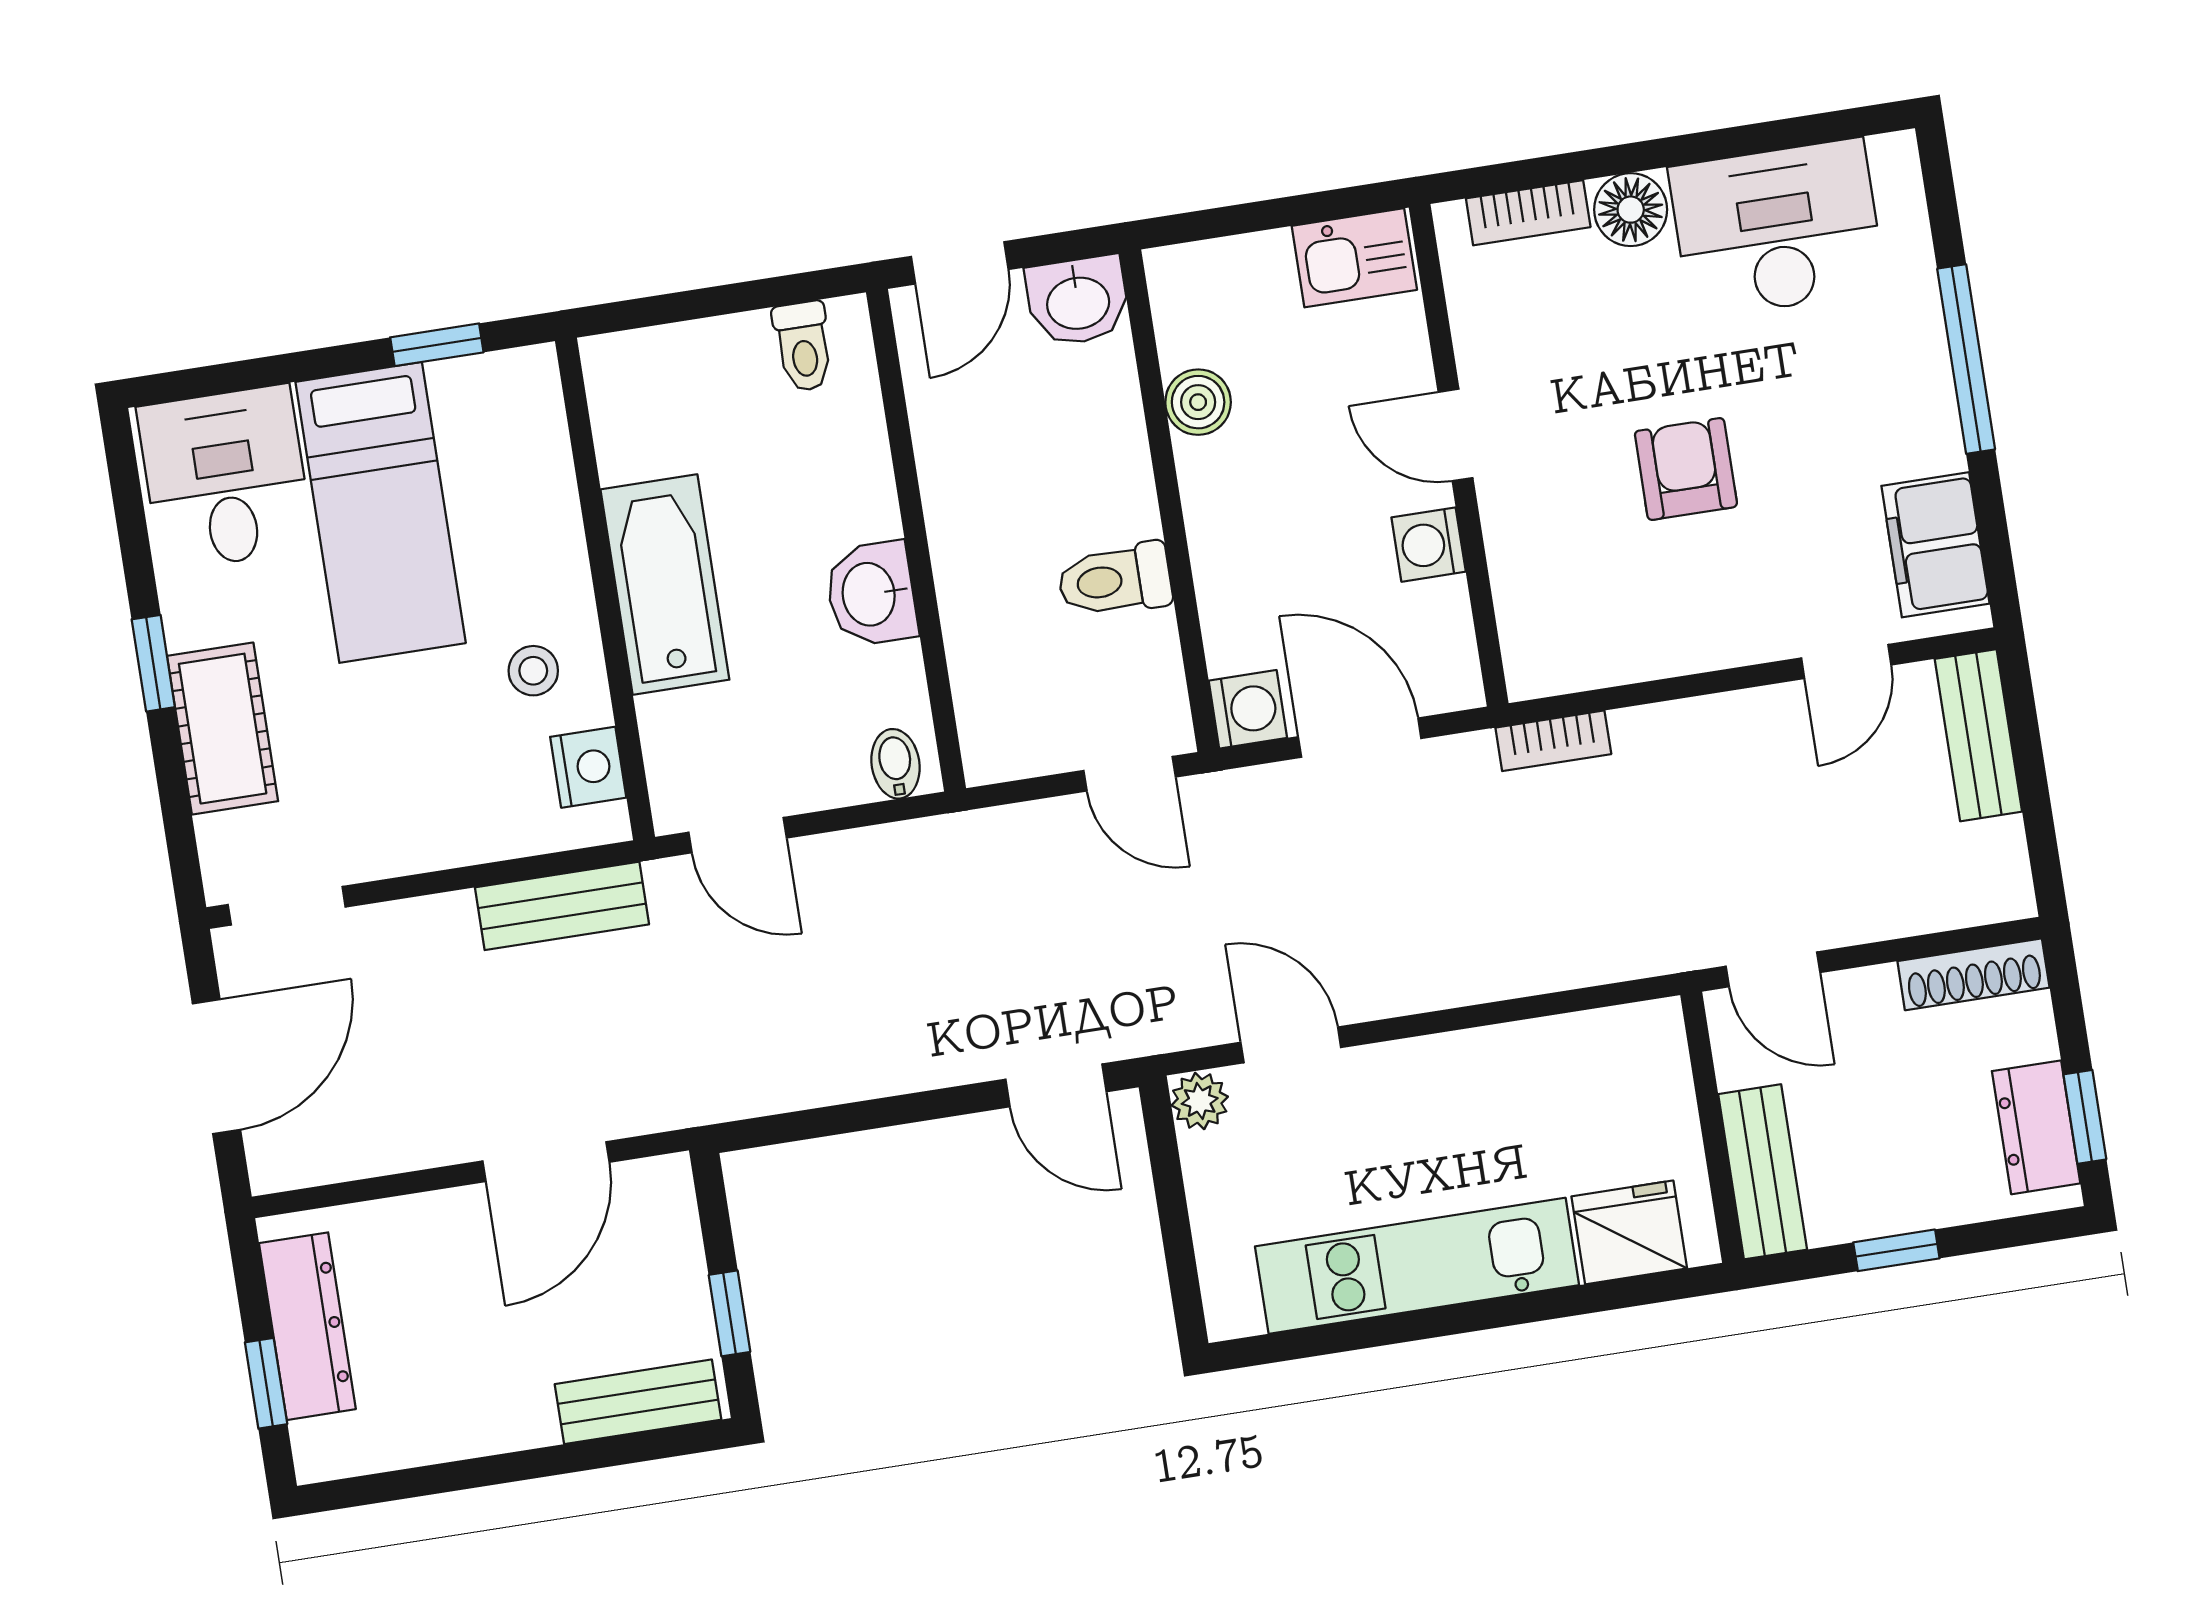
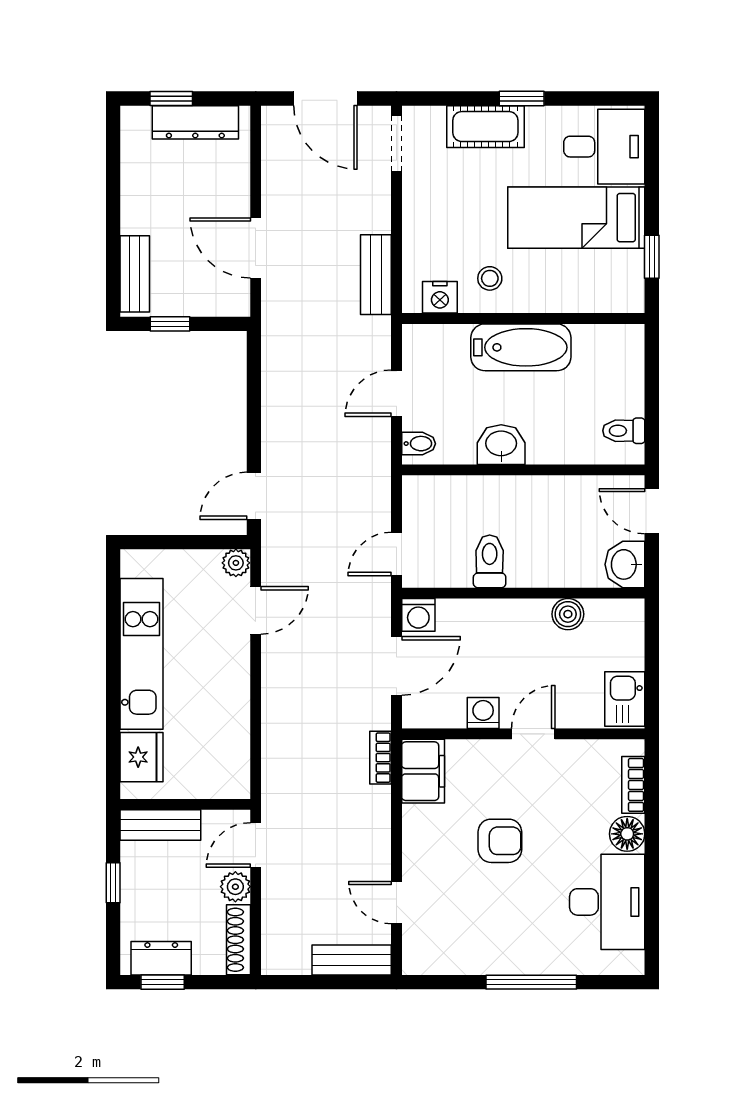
filing cabinet: (1935, 545) -> (423, 771), moved, turned 90
door: (738, 835) -> (397, 393), moved
plant: (1865, 998) -> (235, 887), added

